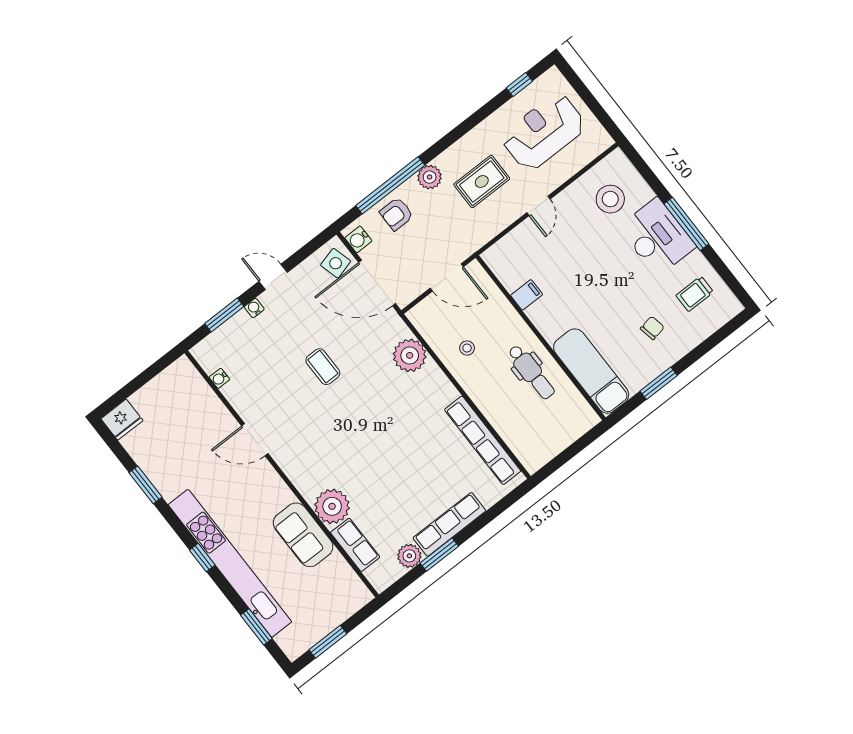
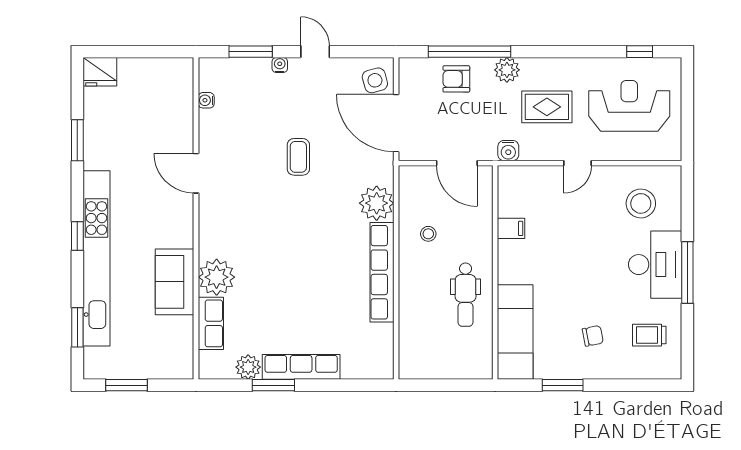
water cooler: (358, 239) -> (508, 151), moved, turned -90
row of seats: (483, 440) -> (382, 272), moved

